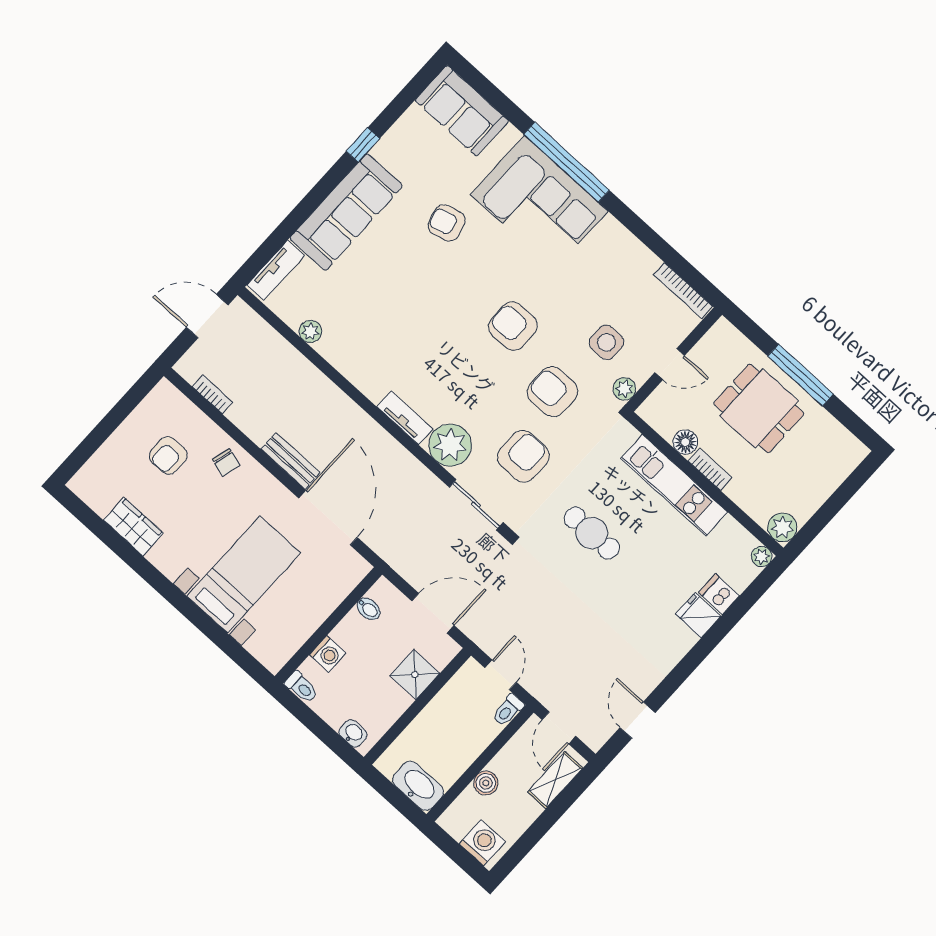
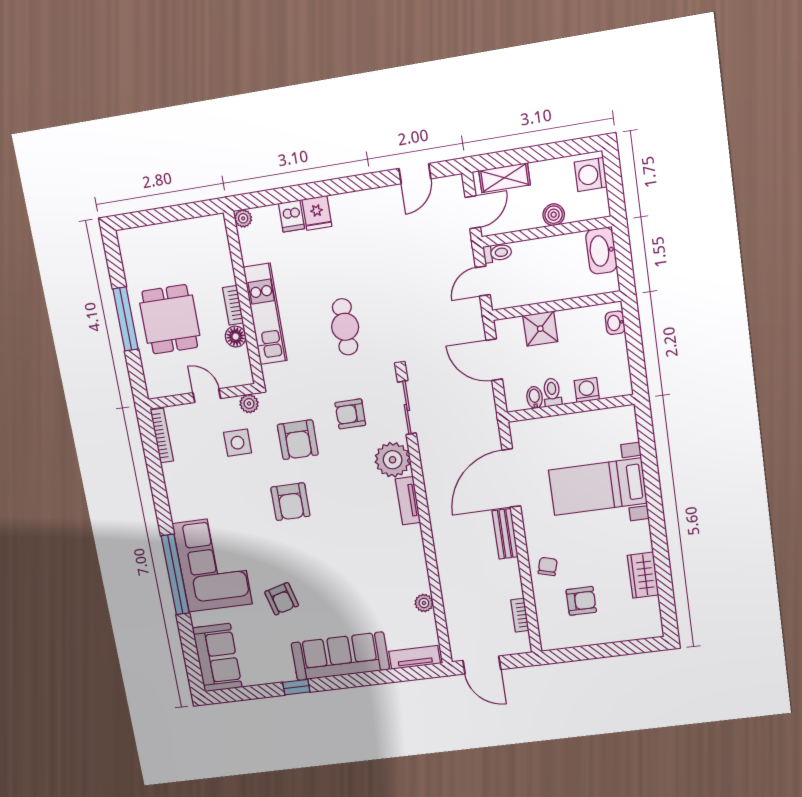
armchair: (523, 456) -> (350, 414), width x0.72, depth x0.72
plant: (782, 527) -> (214, 227), removed
toilet: (301, 687) -> (552, 392), moved

